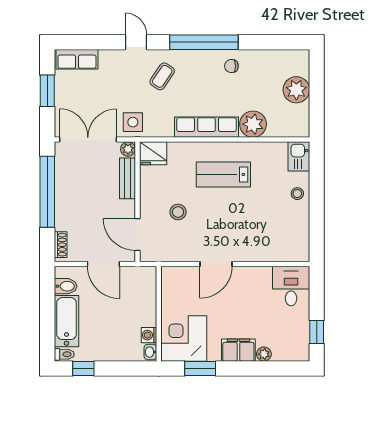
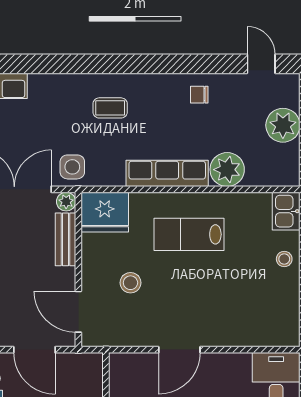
door: (136, 42) -> (261, 64), moved
window: (204, 42) -> (164, 64), removed
coffee table: (162, 76) -> (110, 108), turned 56
fridge: (153, 153) -> (105, 212), width x1.36, depth x1.34

